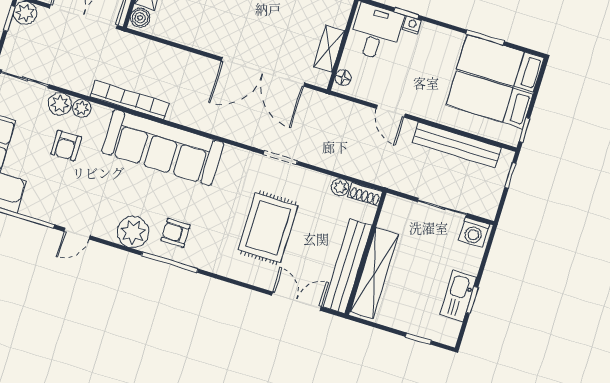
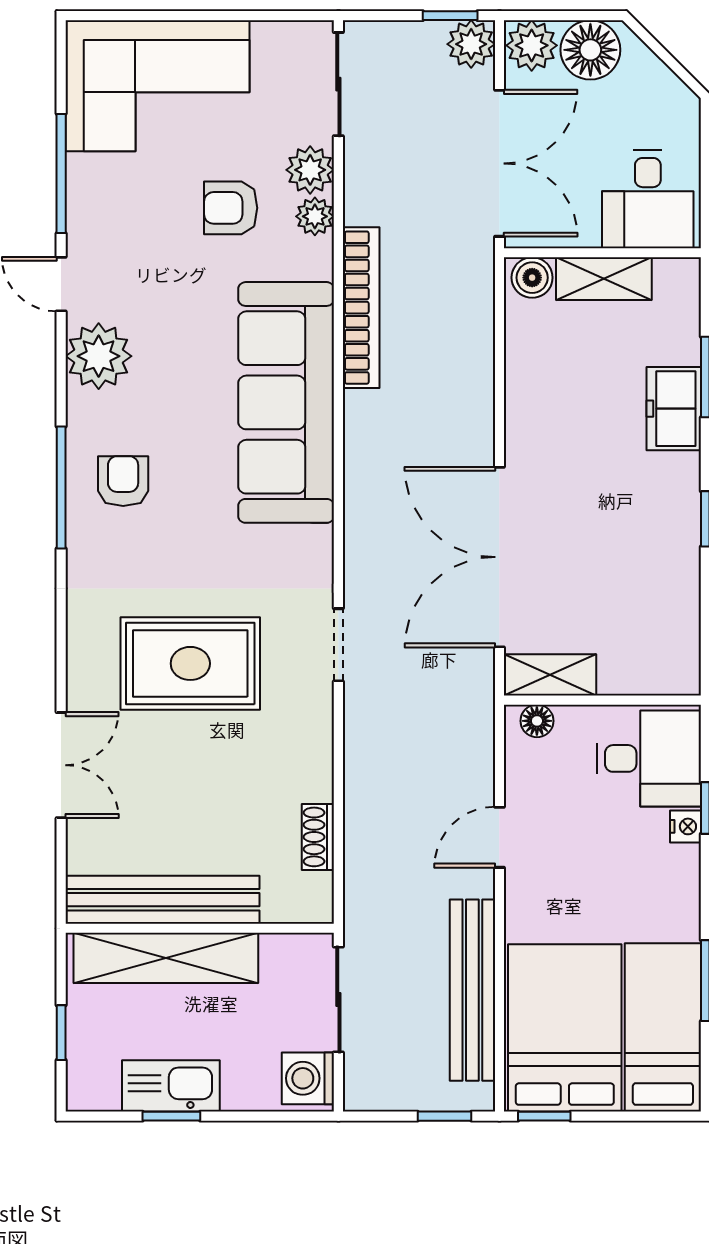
shelving: (329, 49) -> (550, 675), moved
bed: (490, 100) -> (565, 1028), width x1.50
plant: (340, 187) -> (316, 782), removed
plant: (133, 232) -> (99, 356), moved
wall: (366, 253) -> (200, 928), moved
bench: (348, 266) -> (162, 900), moved
shelving: (375, 273) -> (166, 958), moved

